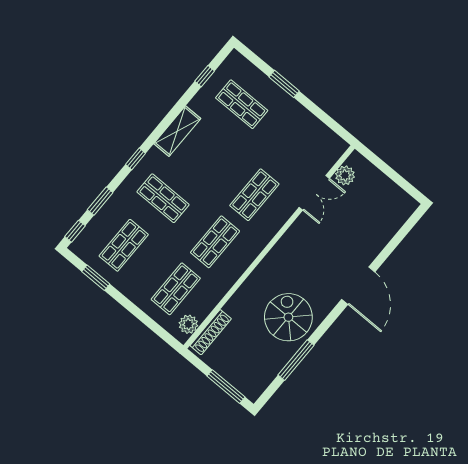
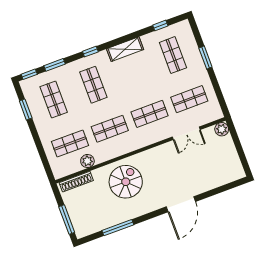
shop shelf: (294, 148) -> (189, 99), added
plant: (345, 175) -> (222, 129), moved
shop shelf: (124, 245) -> (54, 99), turned 90
spiral stairs: (288, 317) -> (126, 182), moved
plant: (188, 324) -> (87, 161), moved

